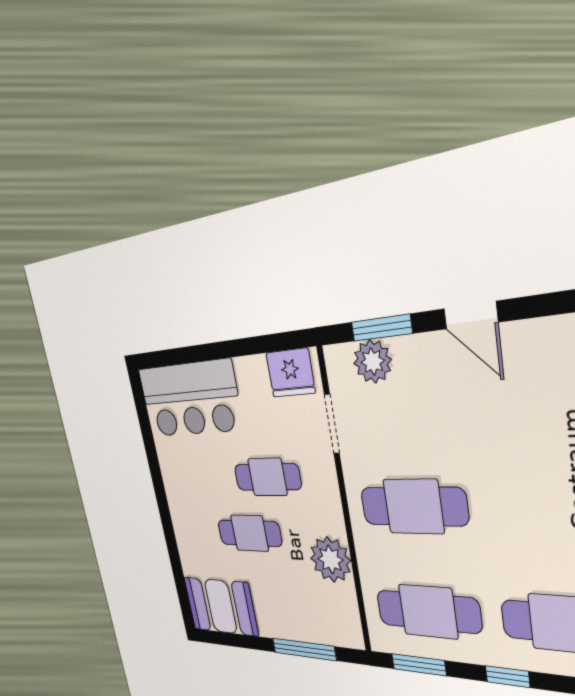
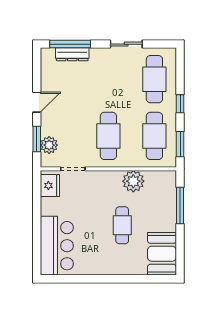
cafe table: (267, 477) -> (95, 208), removed

